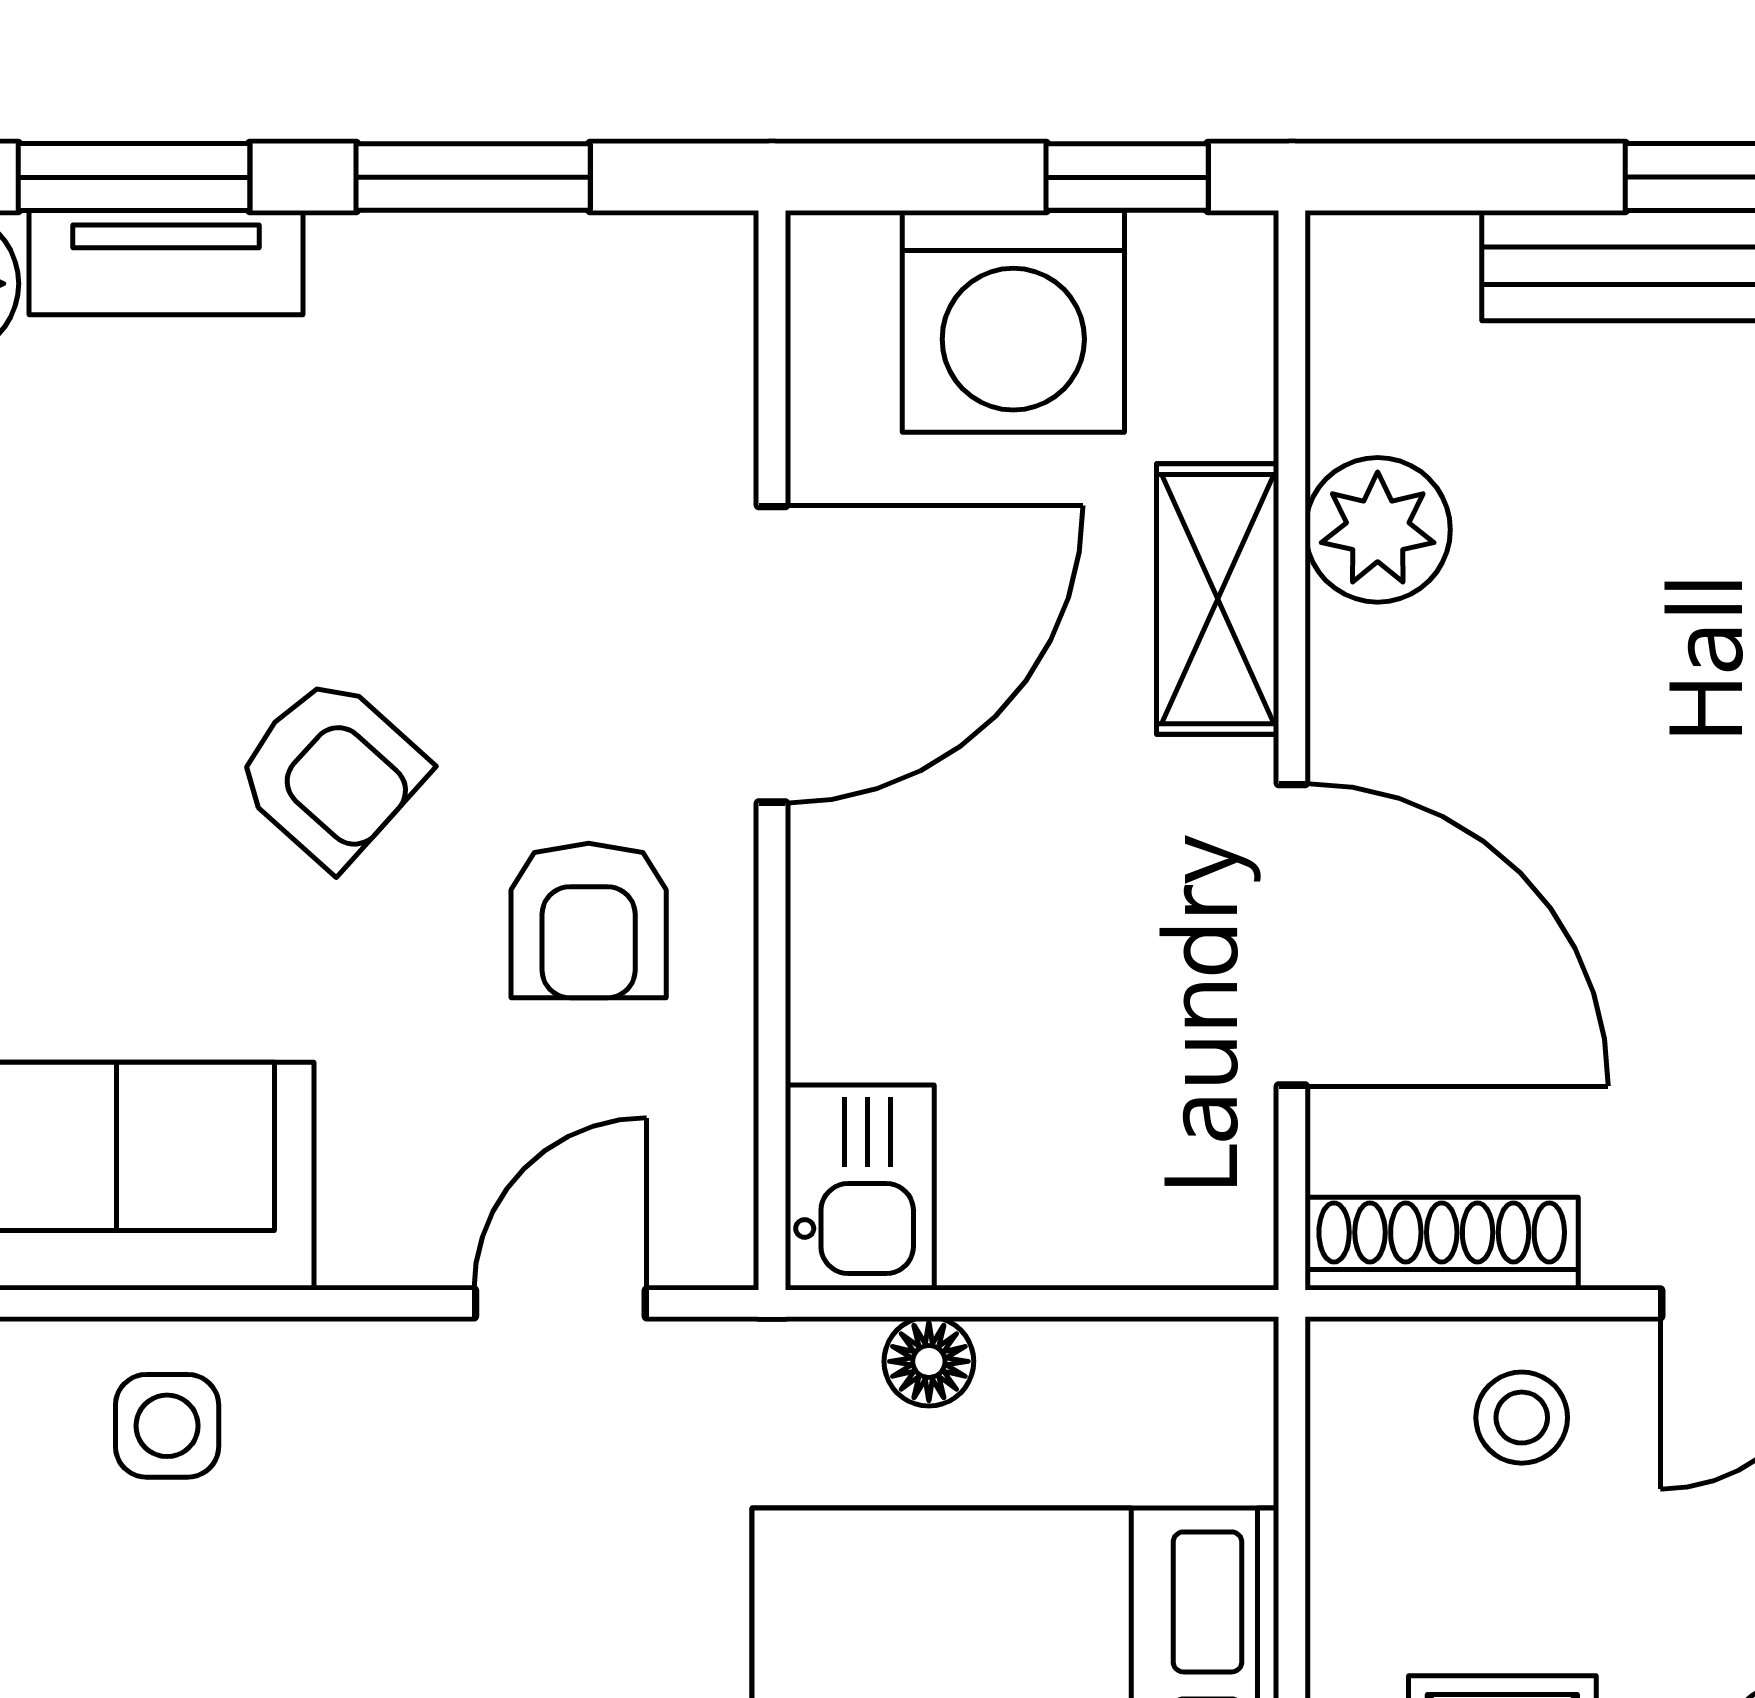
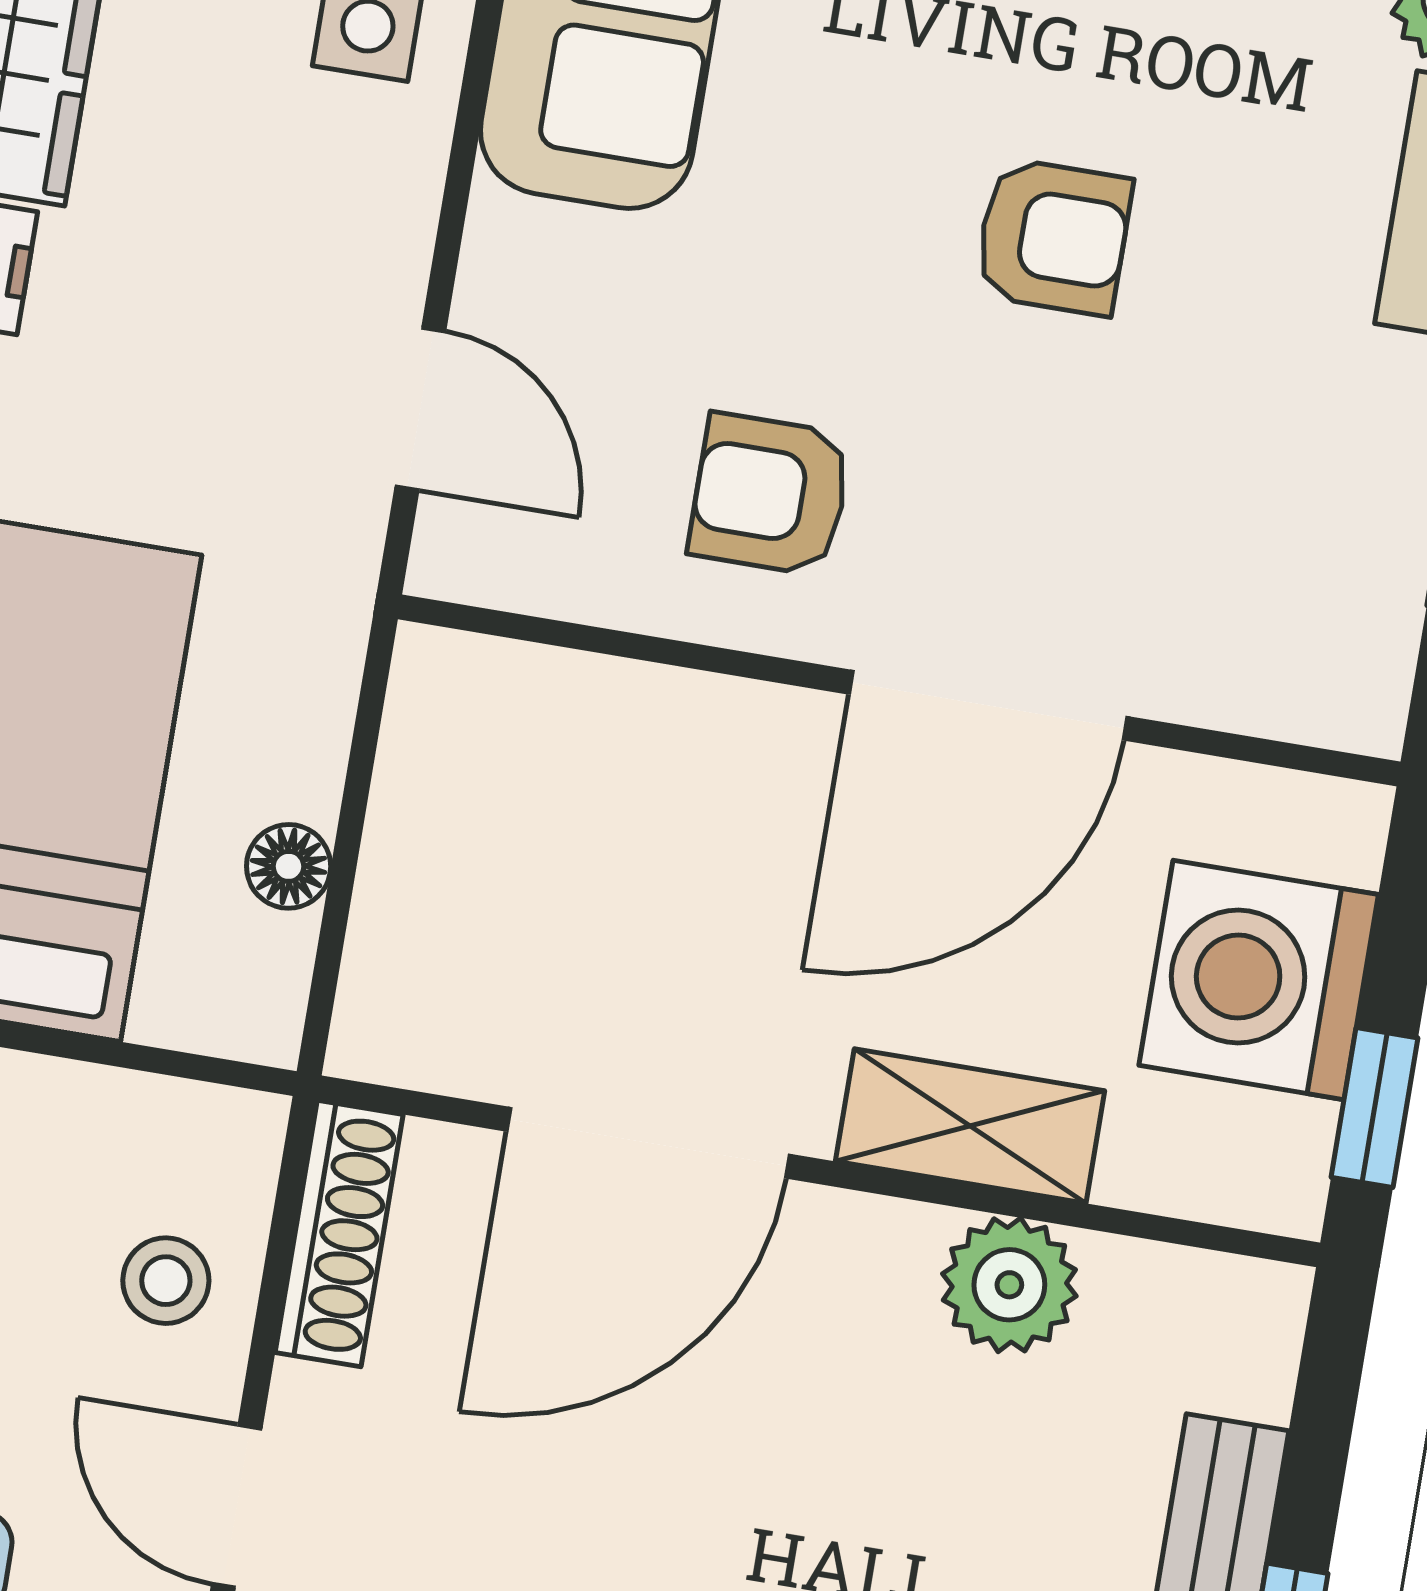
door: (772, 654) -> (988, 705), hinge flipped
armchair: (331, 772) -> (1053, 237), moved, turned -132
kitchen sink: (860, 1187) -> (481, 704), removed
floor lamp: (929, 1361) -> (289, 866), moved

